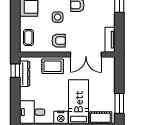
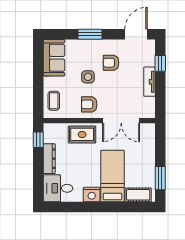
tv unit: (110, 40) -> (149, 82), moved
armchair: (59, 41) -> (89, 104), turned 180
dresser: (25, 74) -> (49, 159), moved

